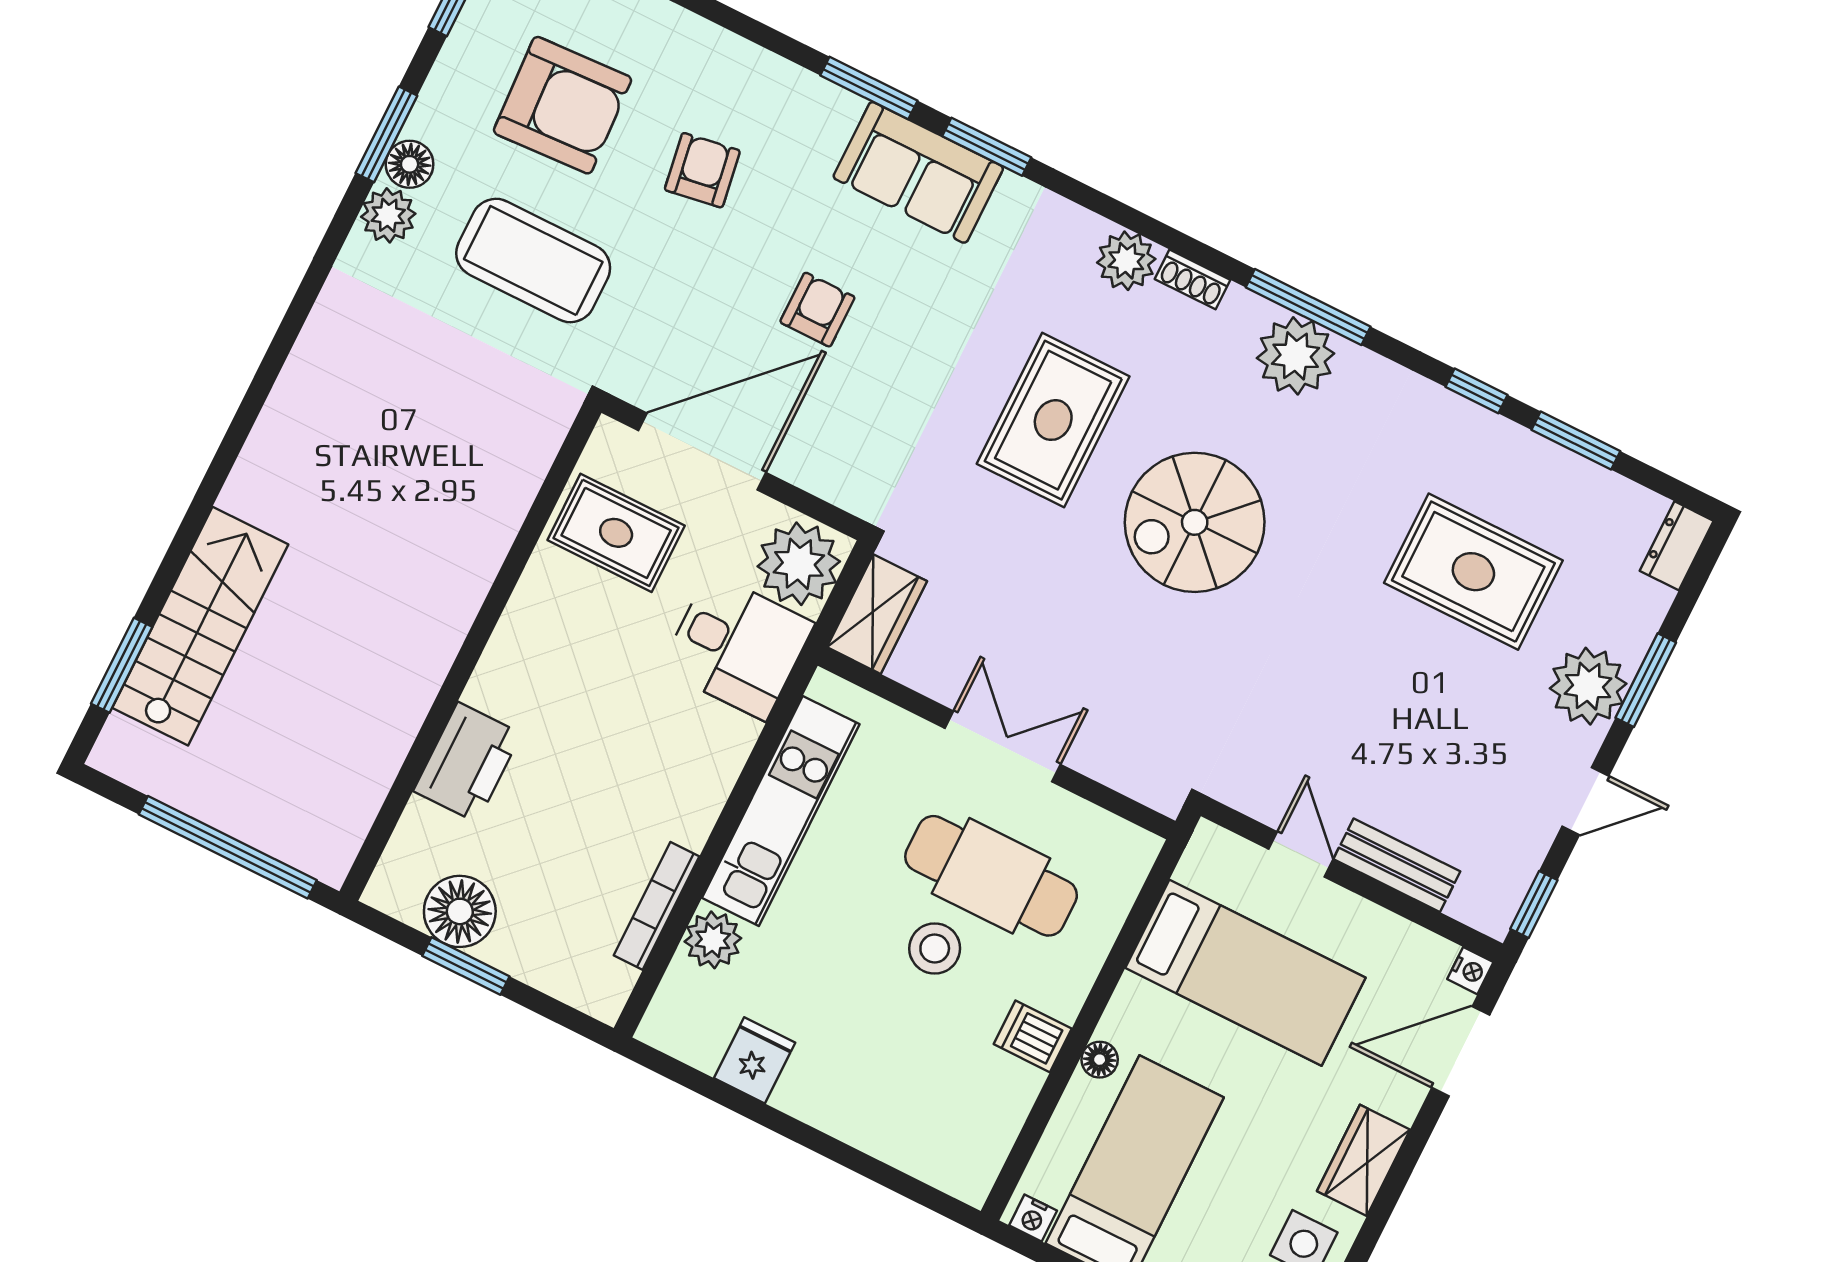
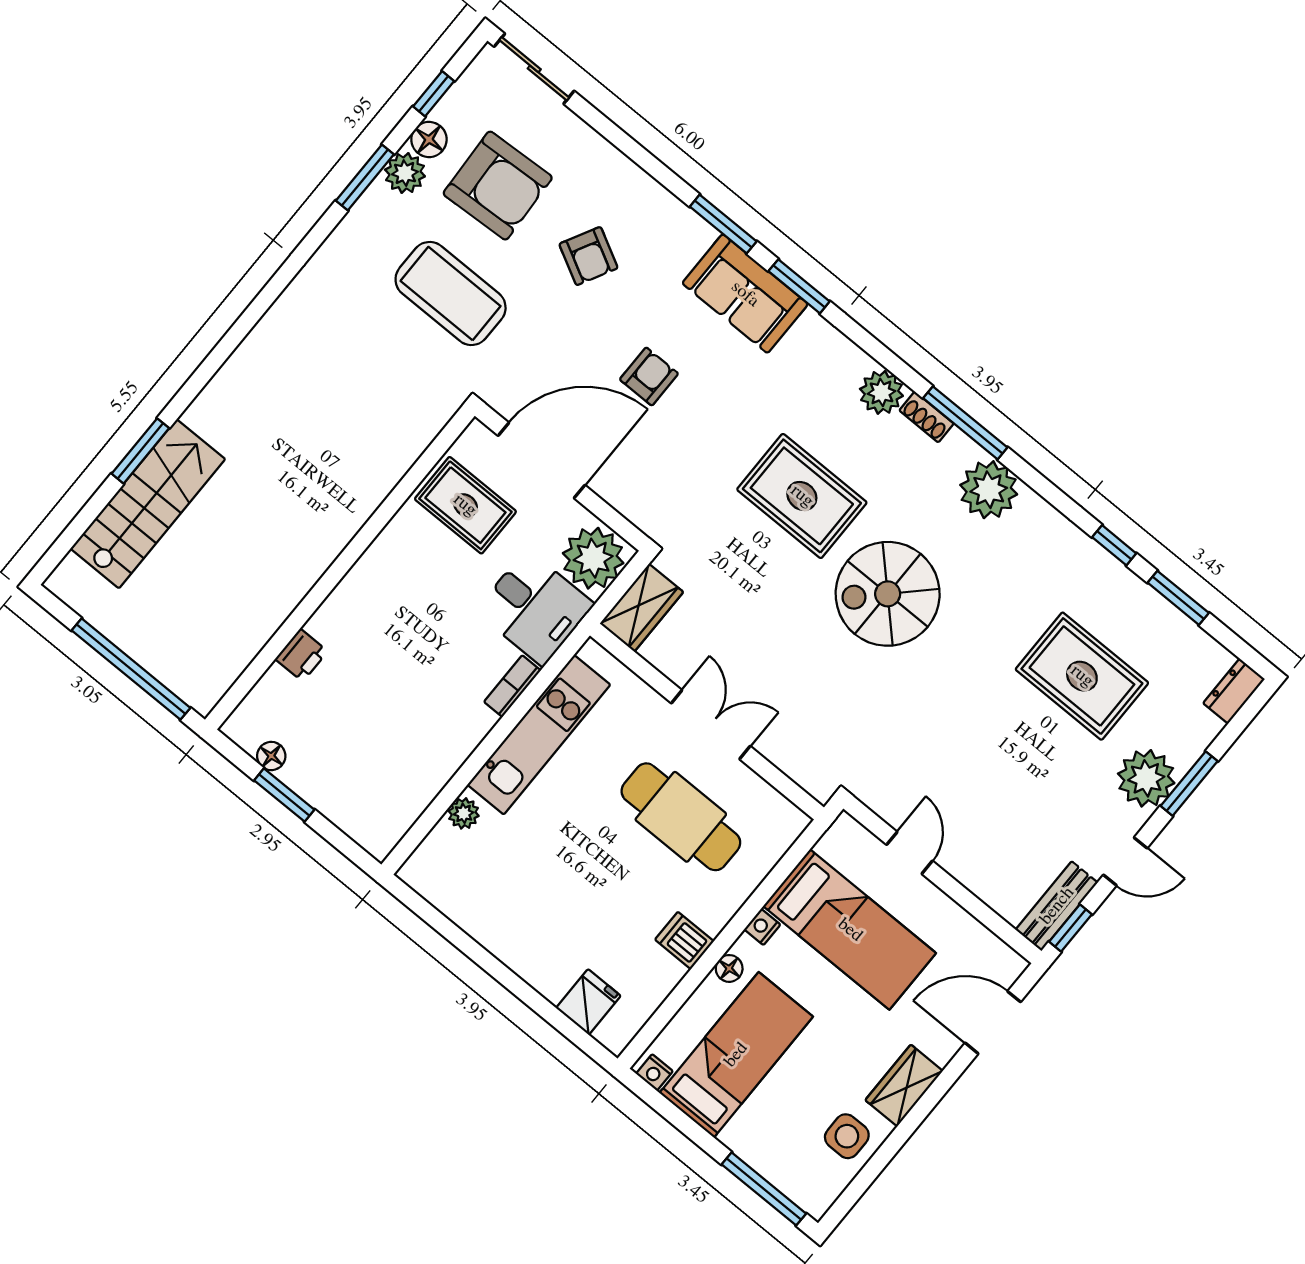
floor lamp: (410, 164) -> (429, 139), moved
armchair: (702, 170) -> (588, 256), turned 127
plant: (388, 215) -> (405, 173), moved
window: (1308, 307) -> (965, 423), moved
rug: (1053, 420) -> (802, 496), turned 90
window: (122, 665) -> (140, 451), moved
printer: (467, 762) -> (302, 655), width x0.53, depth x0.68
bench: (1397, 865) -> (1057, 906), moved, turned 90
bookcase: (656, 906) -> (512, 686), moved, width x0.64
floor lamp: (460, 911) -> (271, 756), width x0.53, depth x0.53
plant: (713, 940) -> (464, 813), width x0.73, depth x0.73
stool: (935, 948) -> (628, 860), removed
nightstand: (1470, 971) -> (762, 927), moved, turned 180
fridge: (755, 1060) -> (588, 1002), moved

